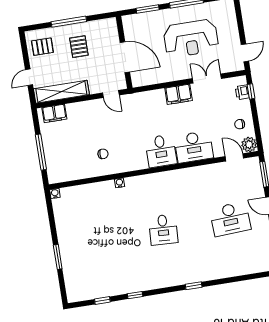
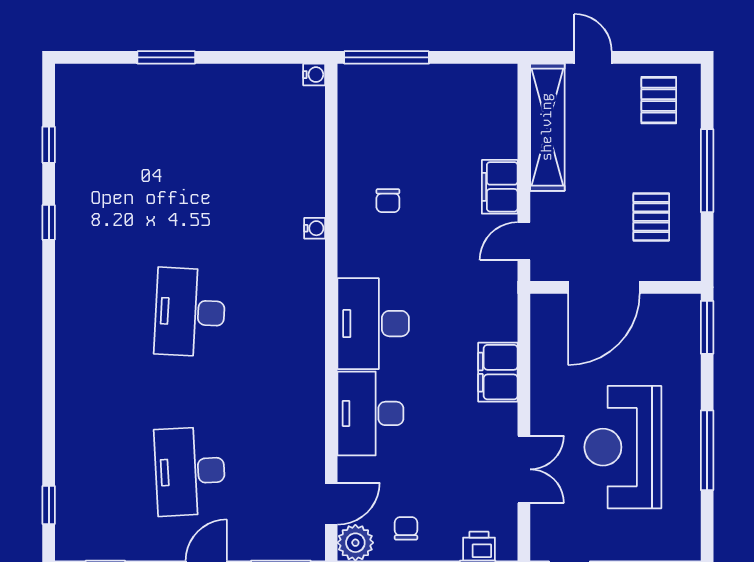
window: (148, 9) -> (707, 327), moved
pallet: (79, 47) -> (651, 217), moved, turned 90
filing cabinet: (179, 94) -> (498, 372), moved
filing cabinet: (54, 113) -> (500, 187), moved
desk: (161, 151) -> (373, 324), width x1.37
window: (41, 152) -> (387, 57), moved
desk: (163, 230) -> (190, 312), width x1.37
window: (194, 286) -> (49, 505), moved

